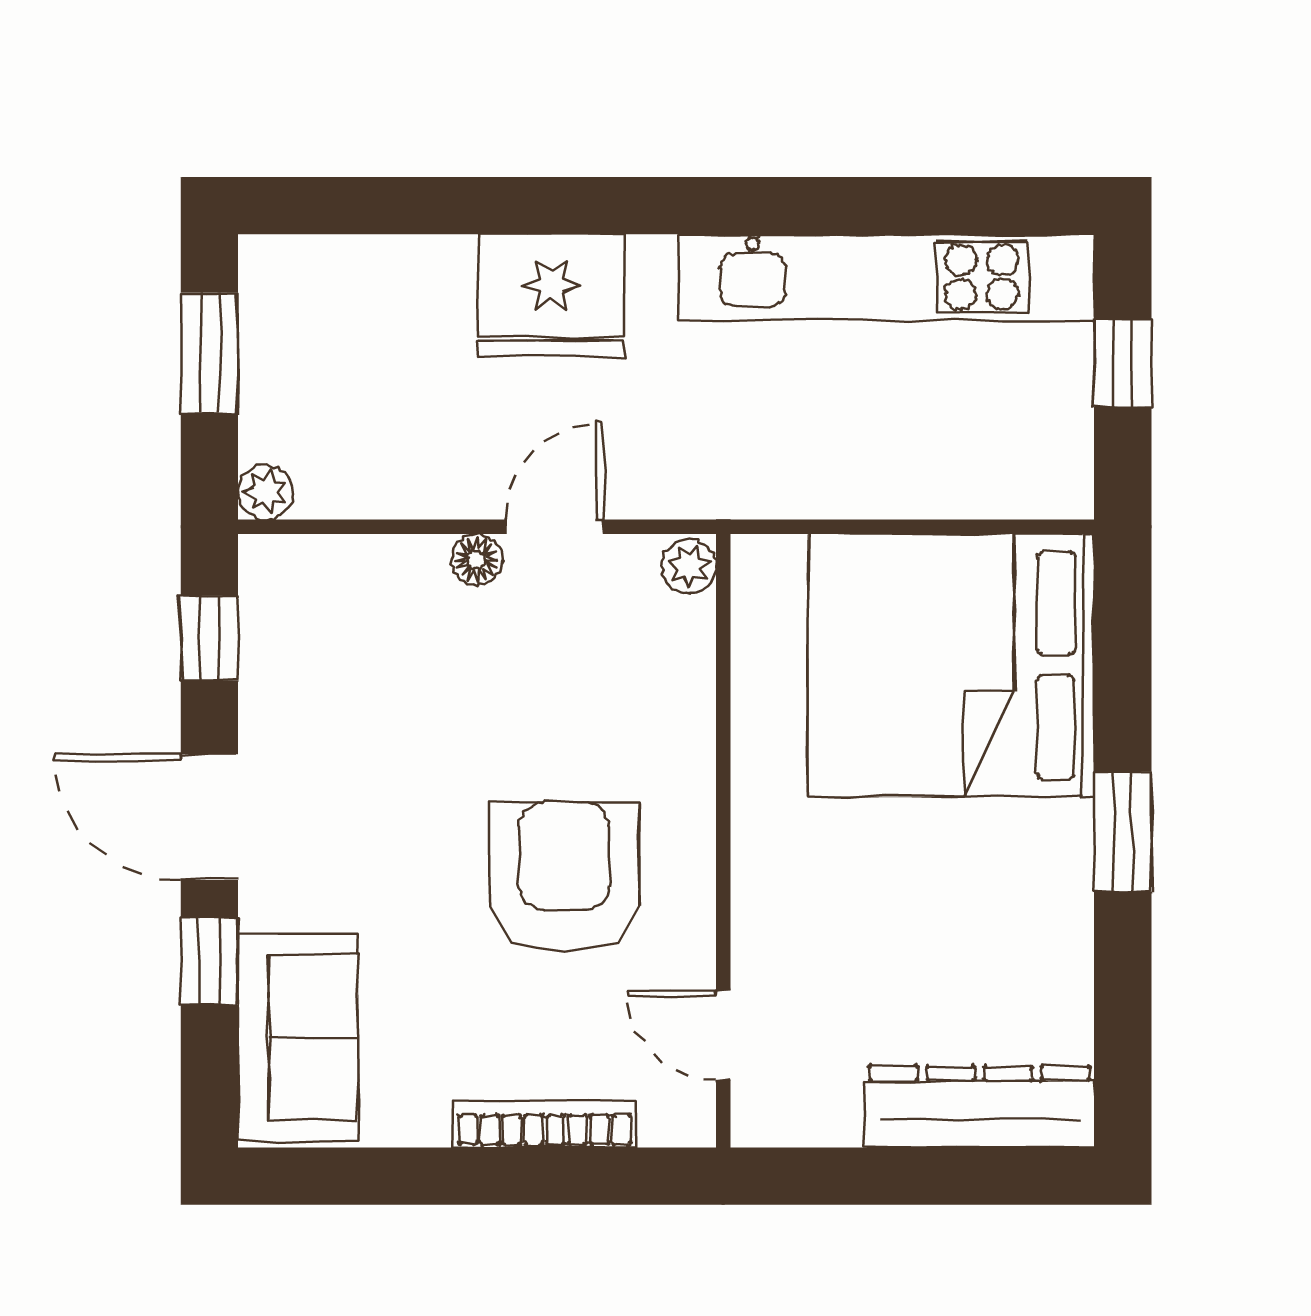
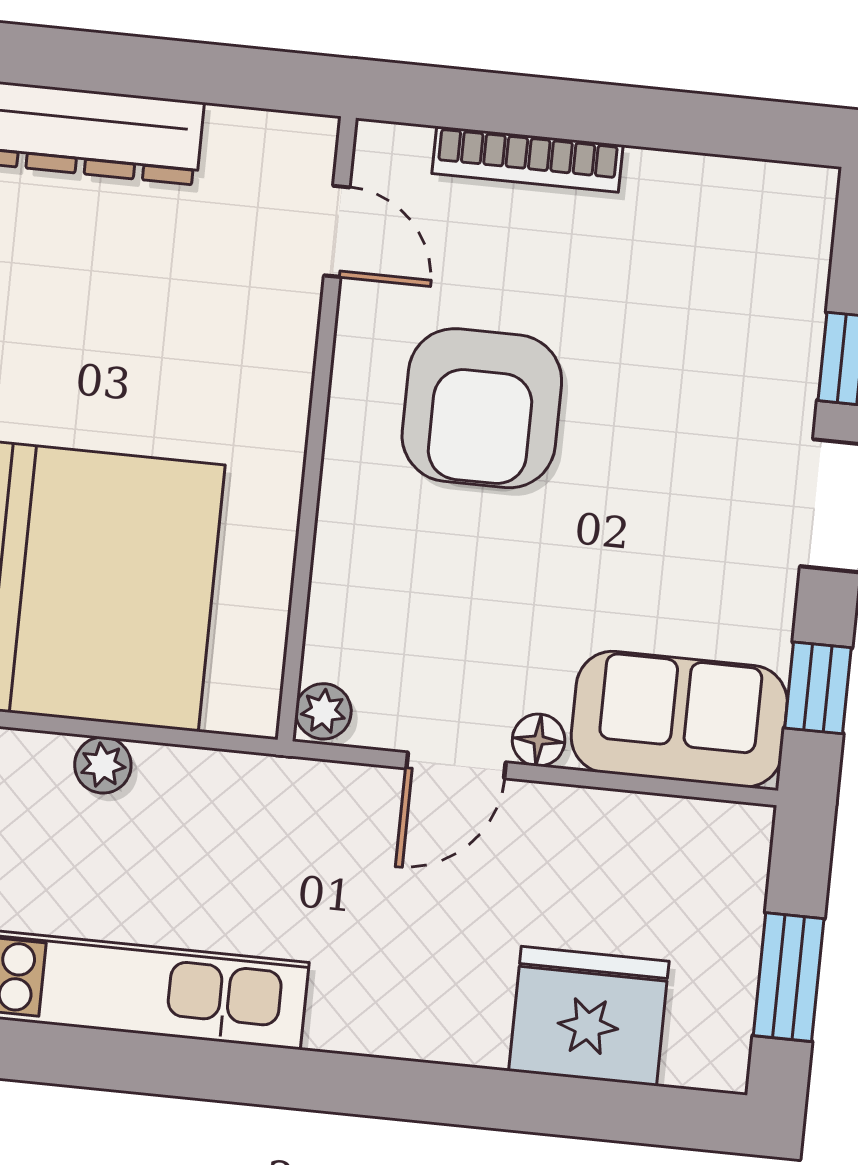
fridge: (551, 296) -> (589, 1016), moved
plant: (265, 492) -> (103, 765), moved
sofa: (298, 1037) -> (679, 719), moved, turned 90

